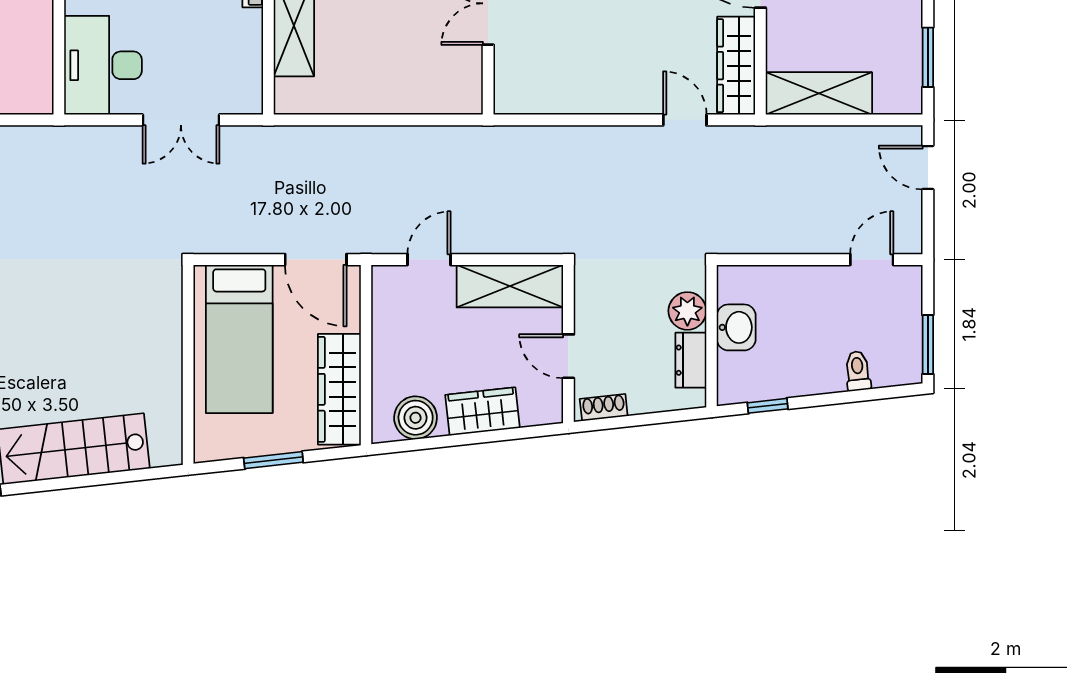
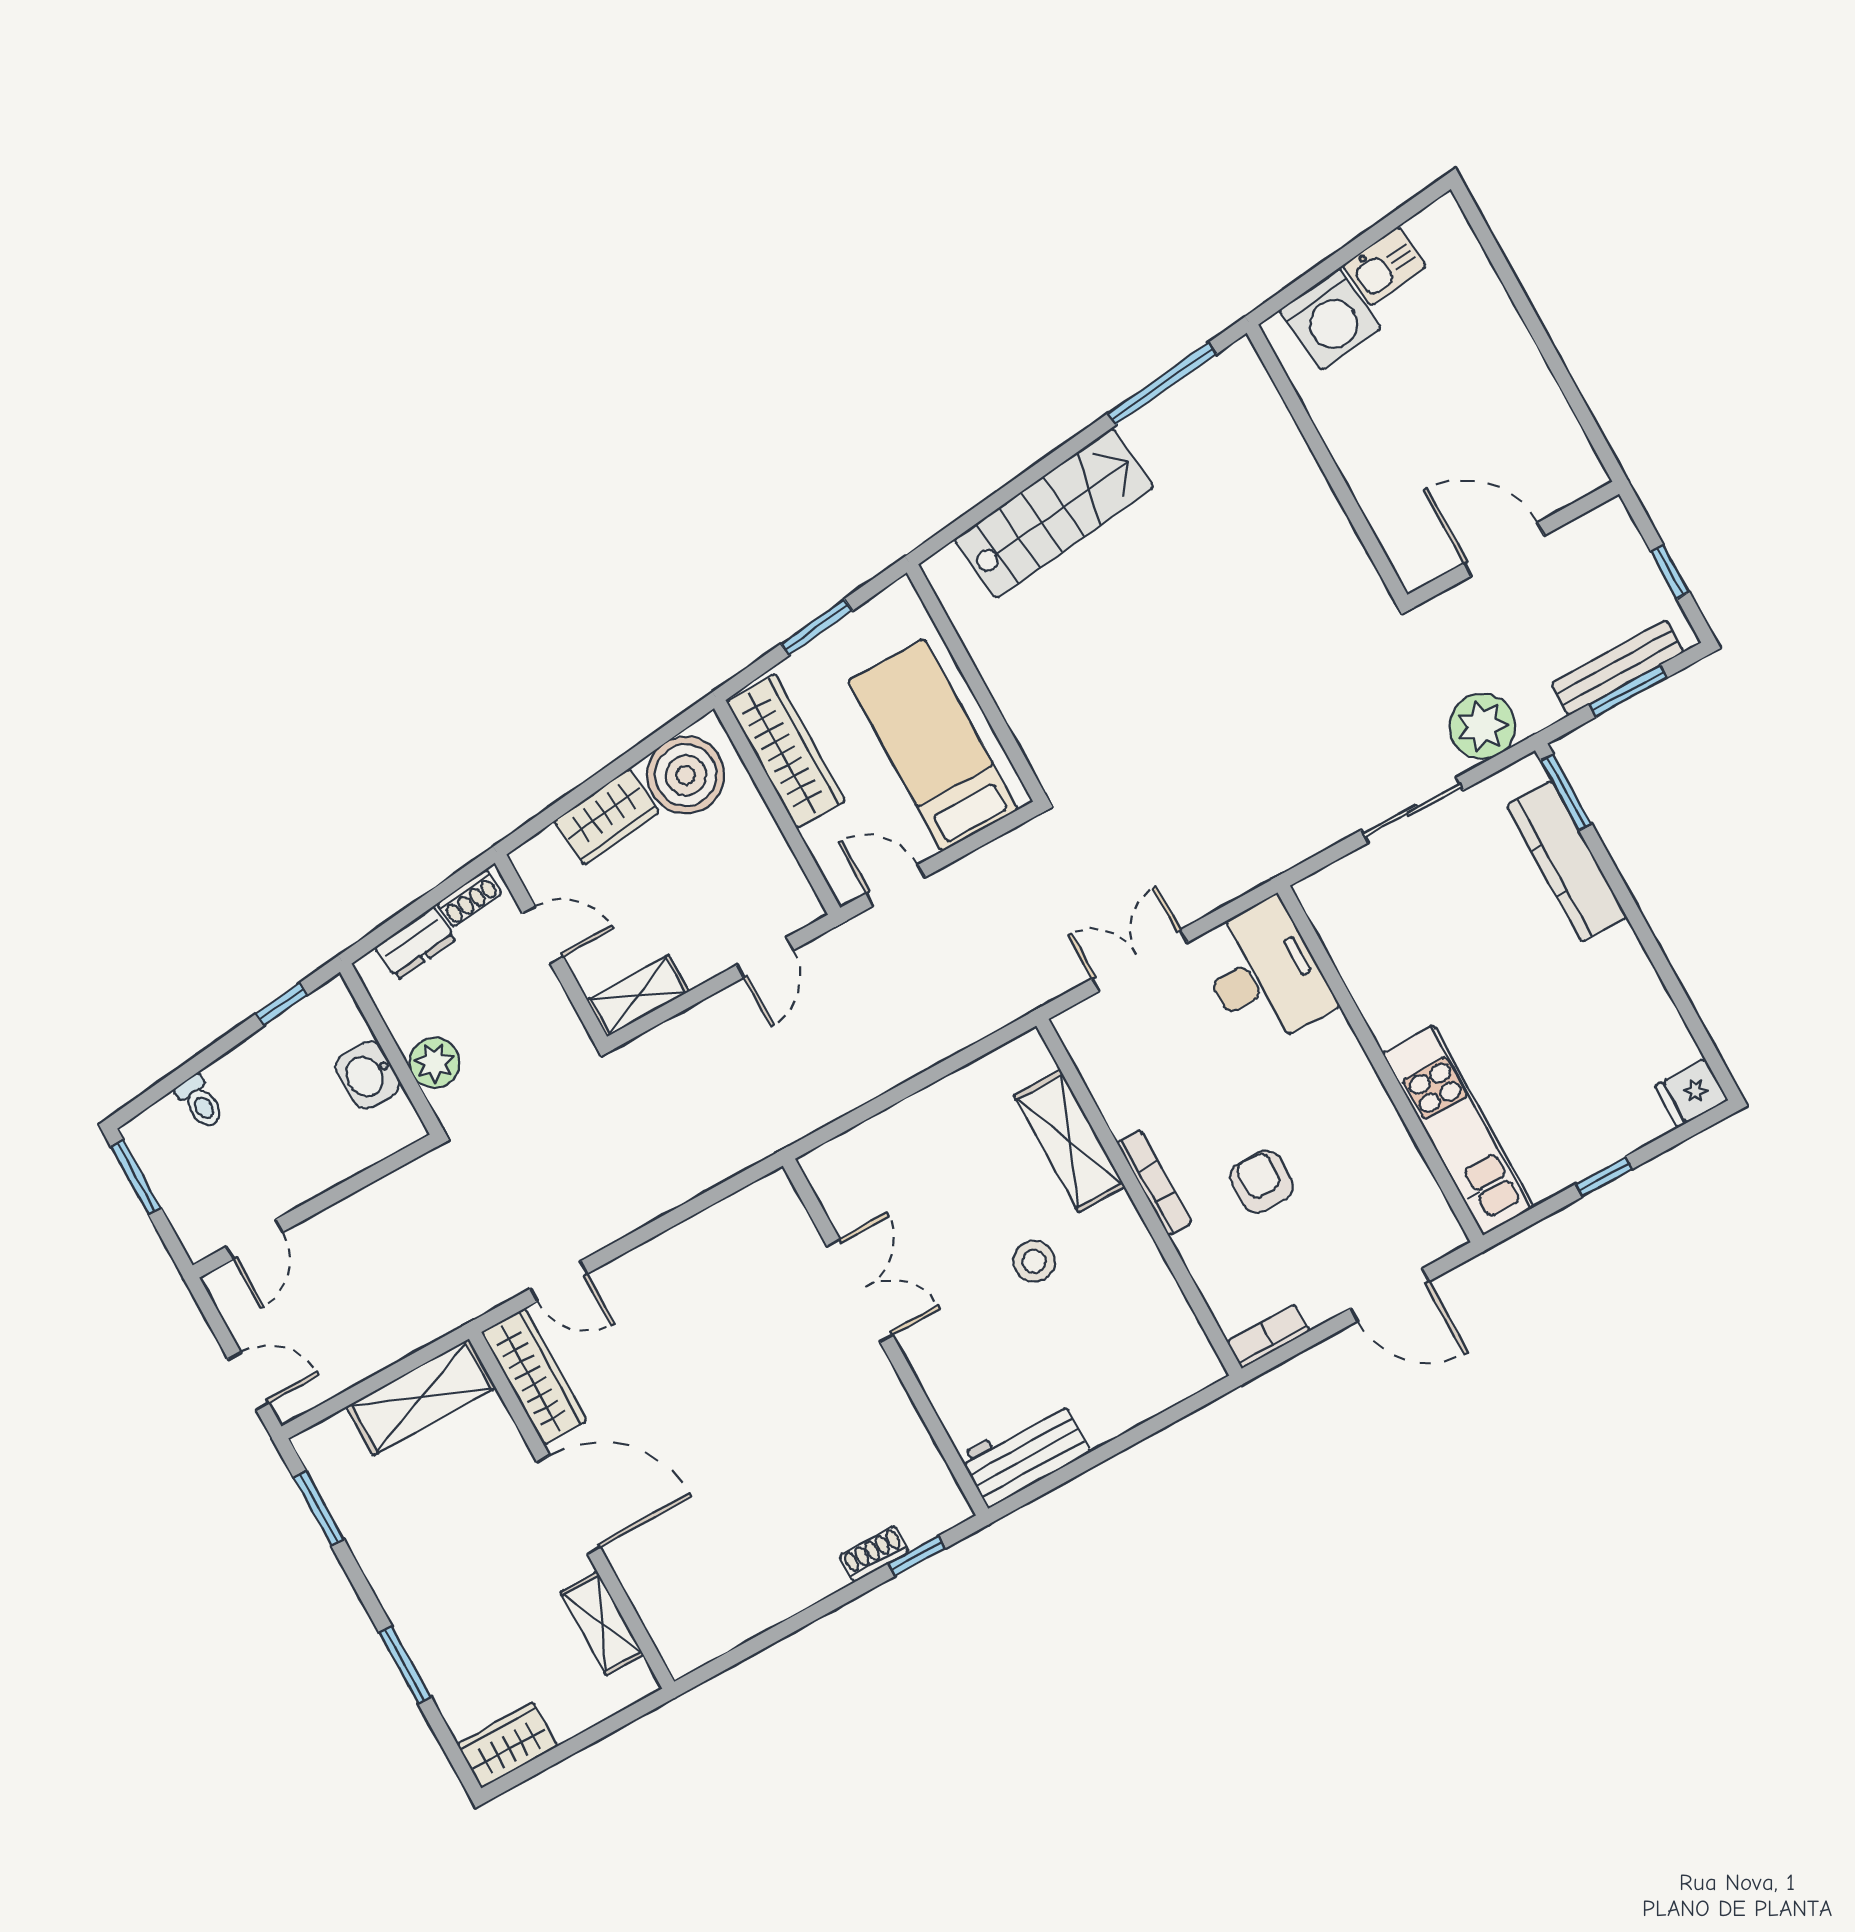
door: (316, 260) -> (895, 885), width x0.73
shelving: (510, 286) -> (638, 996), width x0.67, depth x0.75
dresser: (691, 360) -> (415, 943), moved, turned 84
boiler: (416, 418) -> (686, 775), width x1.37, depth x1.37

